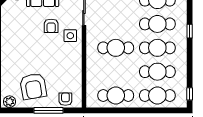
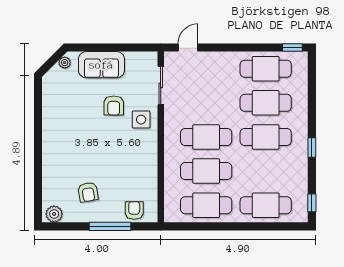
window: (190, 31) -> (312, 147), moved
cafe table: (157, 72) -> (206, 171), moved
armchair: (33, 86) -> (88, 192), width x0.53, depth x0.53

